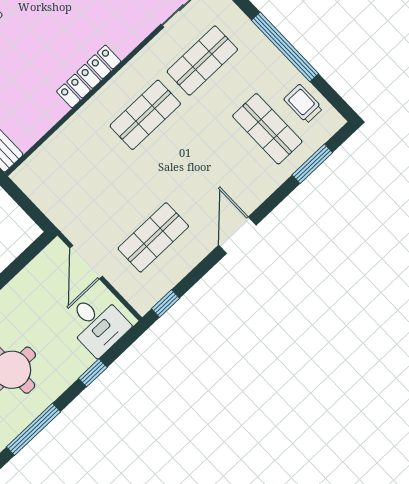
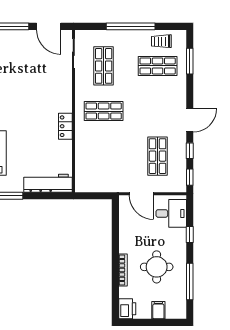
locker: (89, 76) -> (65, 126), width x0.66
shop shelf: (145, 115) -> (104, 111), turned 90
door: (237, 235) -> (190, 120), swing flipped
window: (199, 272) -> (190, 151), added

